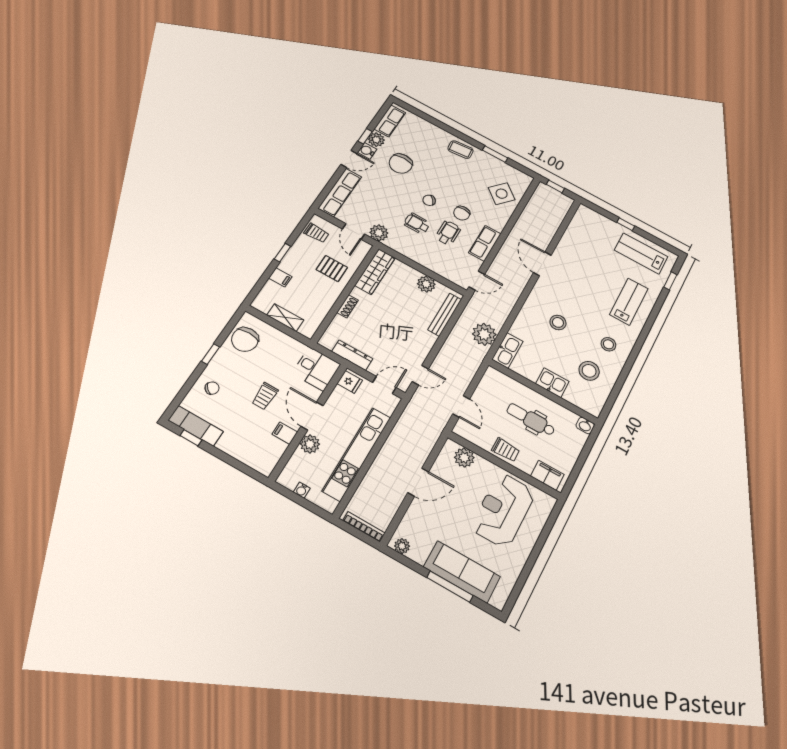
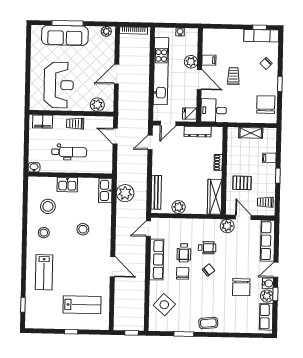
chair: (401, 164) -> (241, 287), turned 180
row of seats: (485, 243) -> (157, 259), width x1.48
lab bench: (641, 253) -> (82, 305), moved

